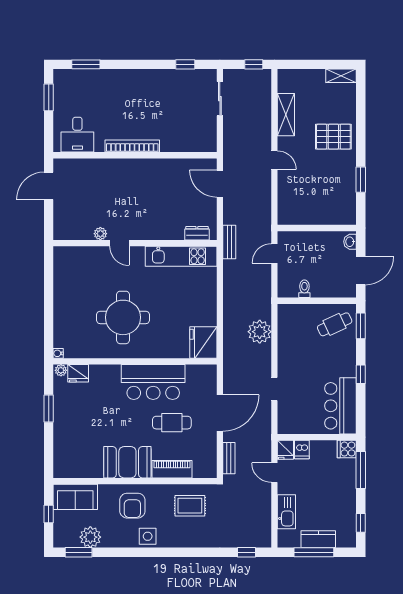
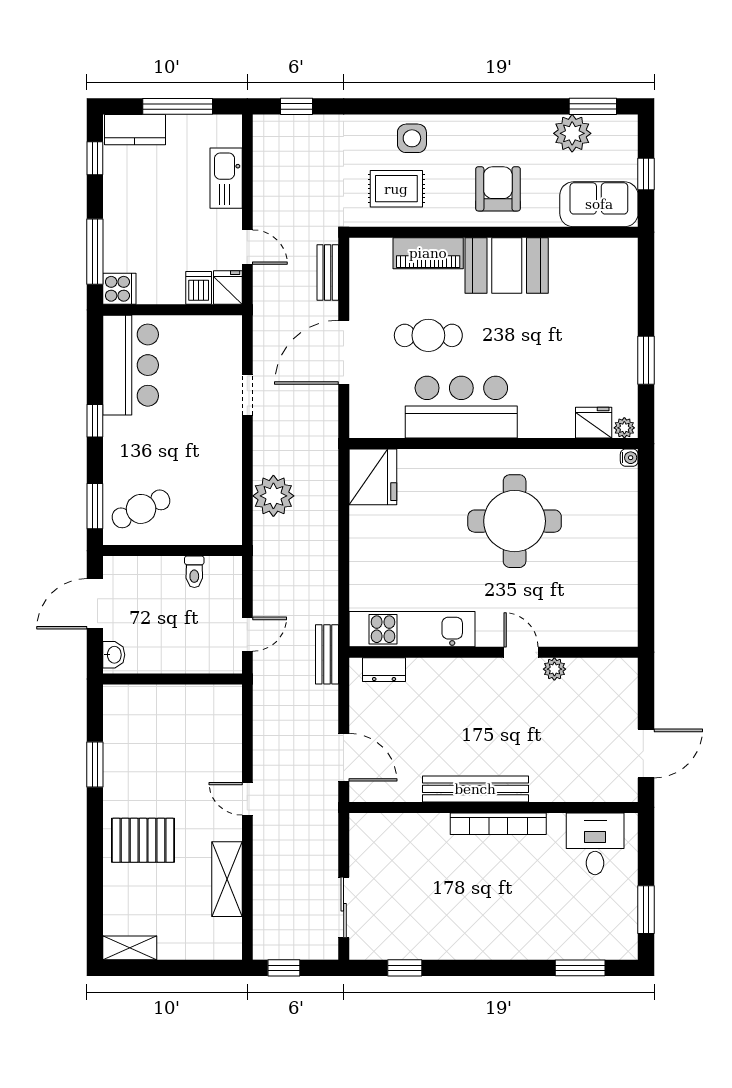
bench: (145, 166) -> (475, 789), added
side table: (148, 536) -> (412, 138), moved
kitchen counter: (318, 539) -> (135, 130), moved

